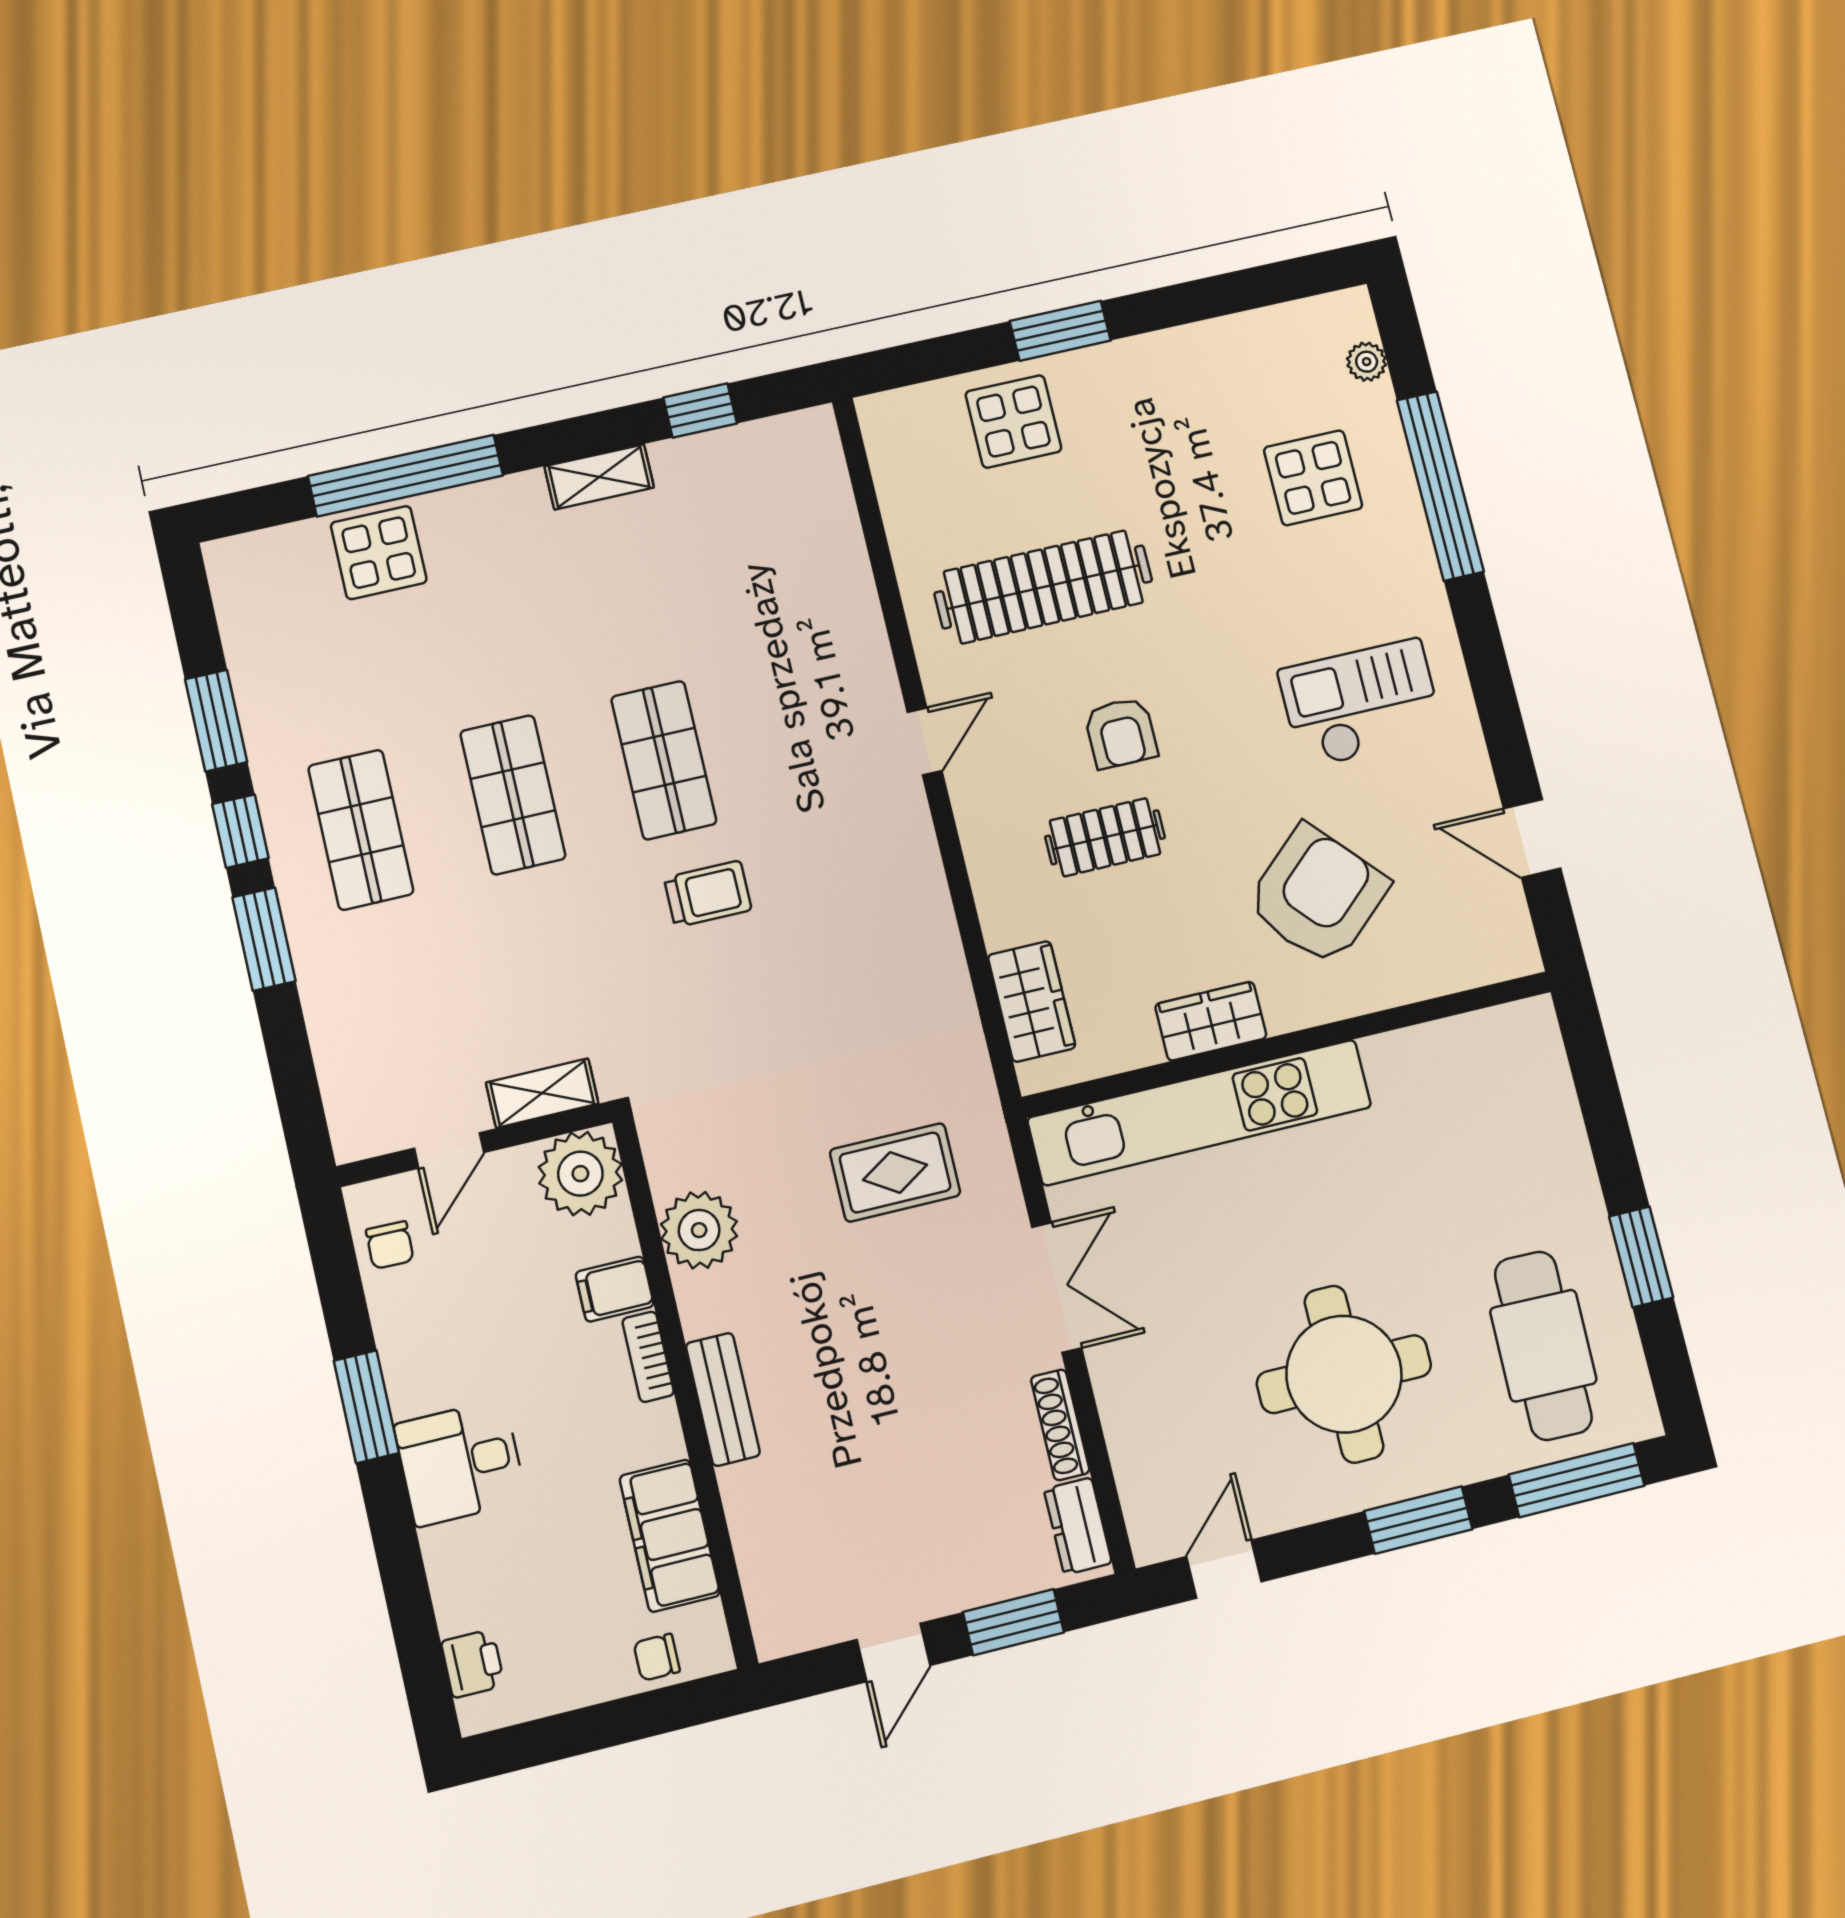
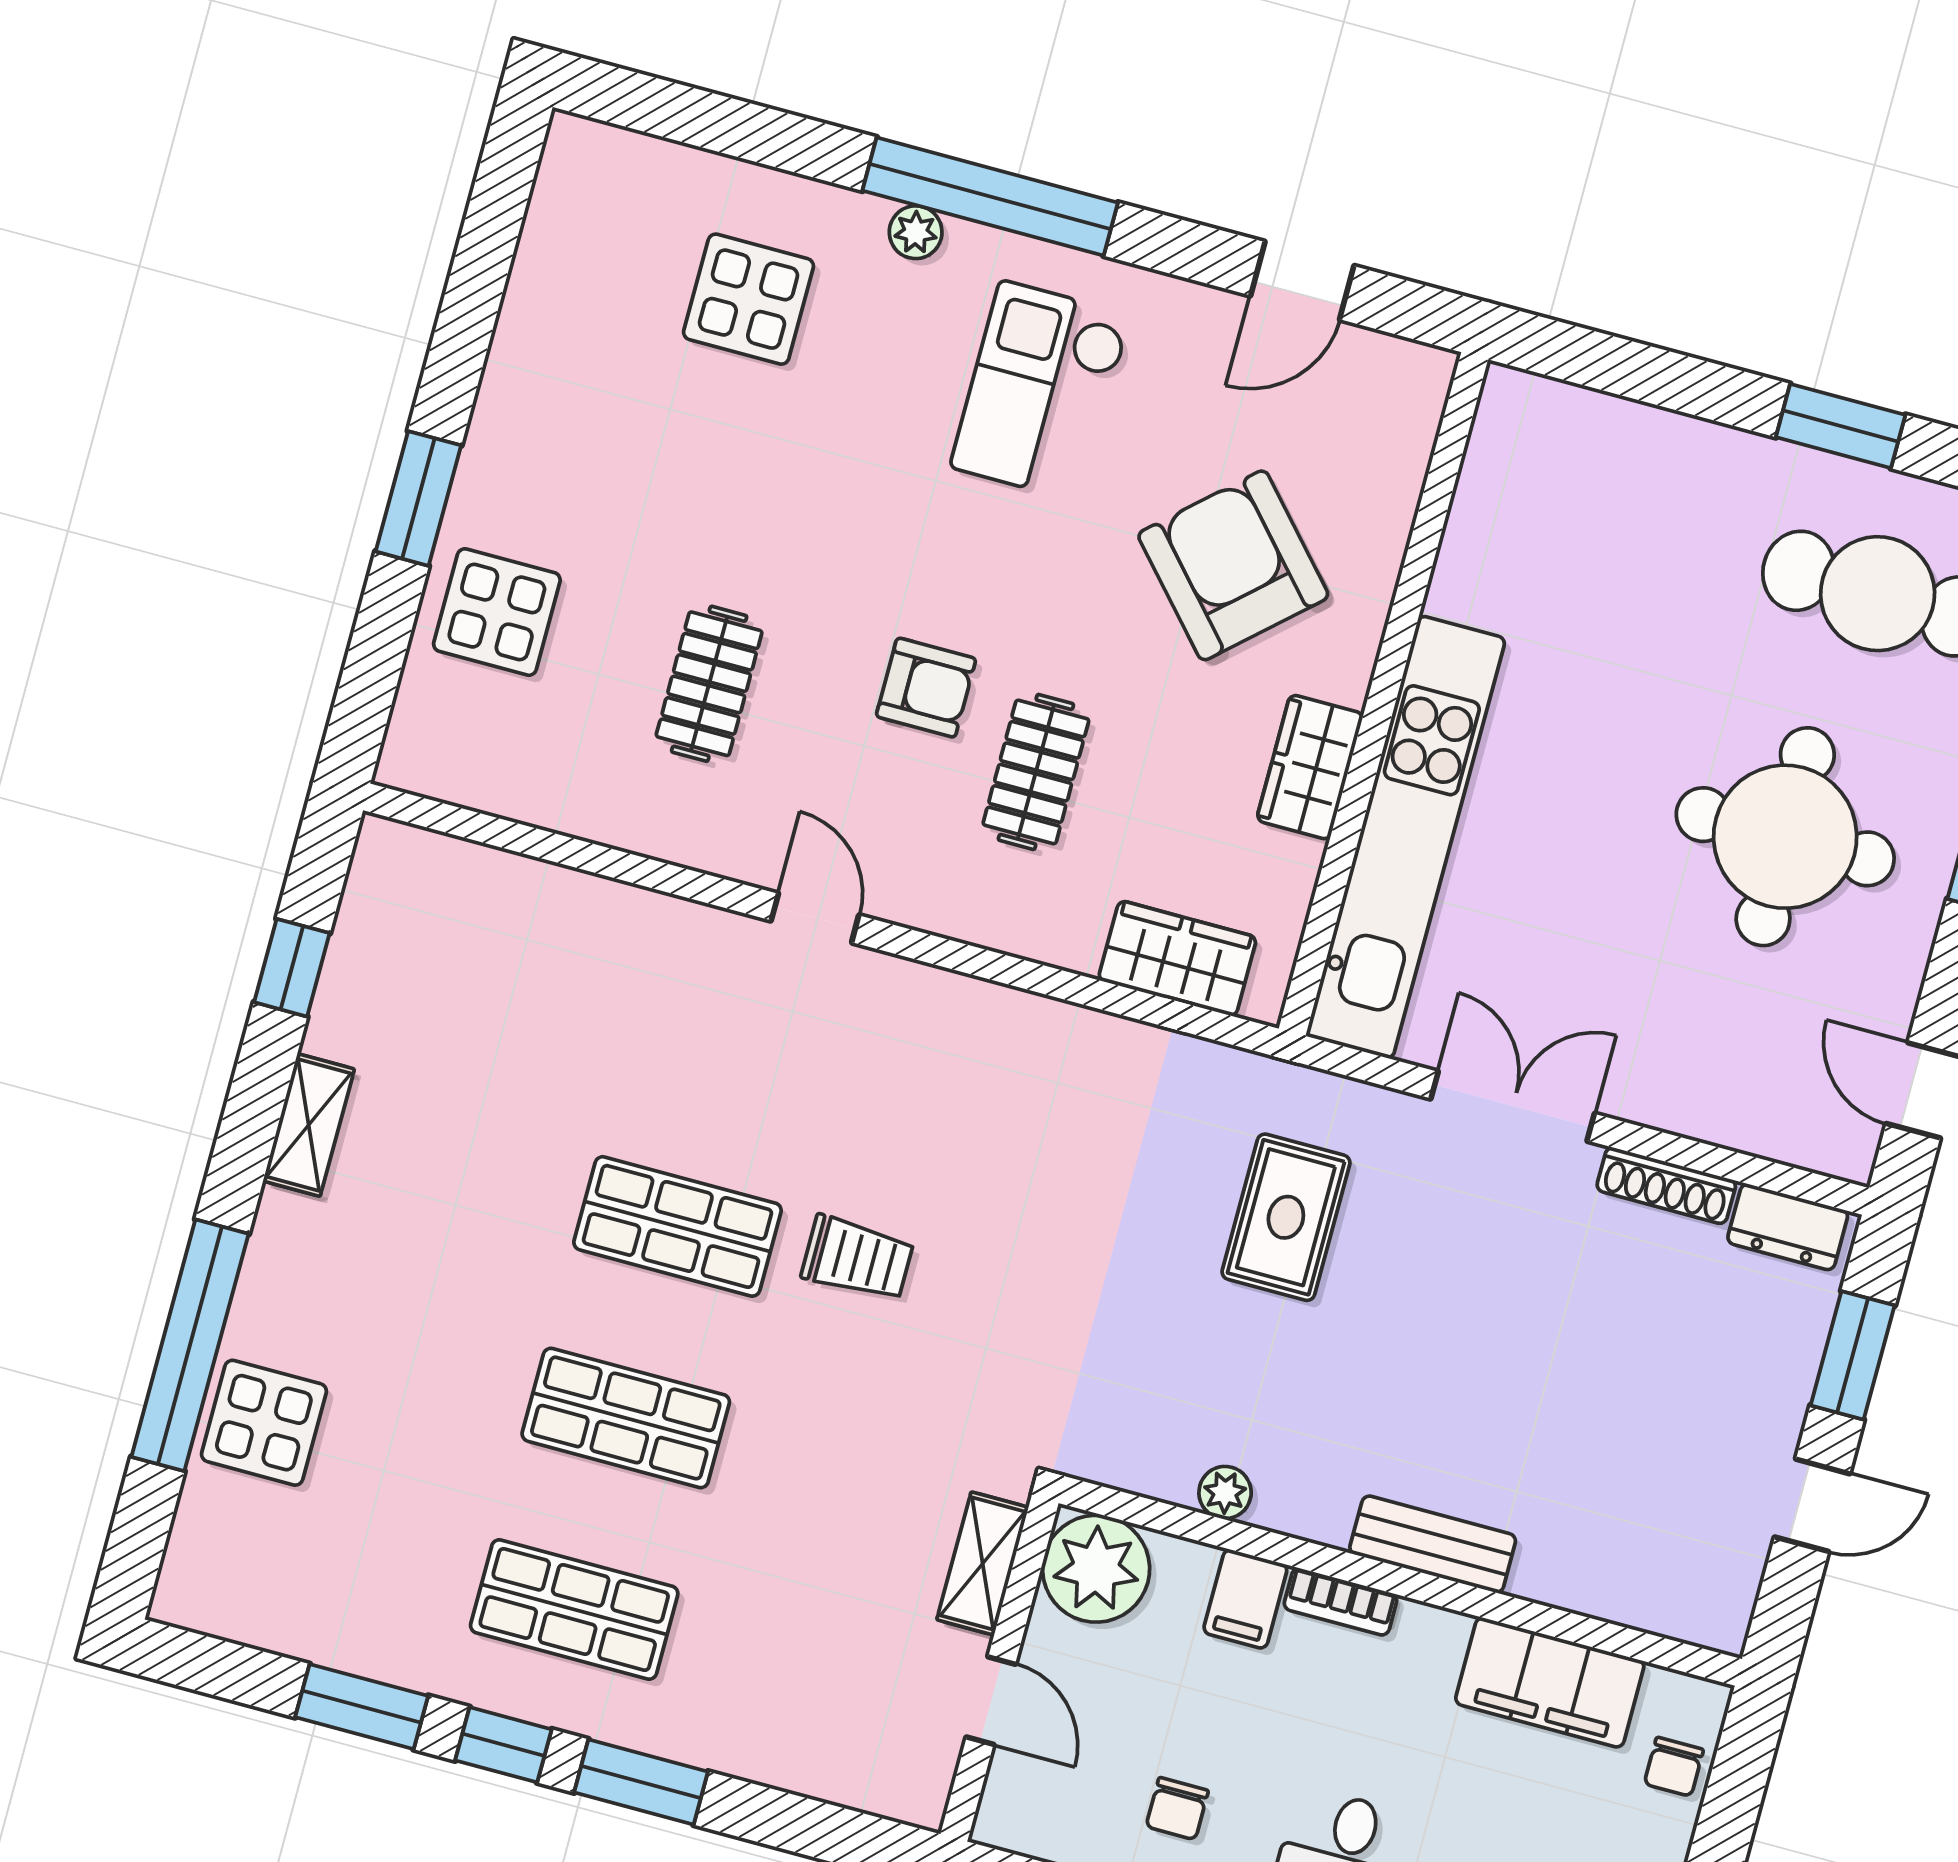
plant: (1367, 362) -> (916, 232), moved
window: (1440, 486) -> (990, 197), moved
clothes rail: (1043, 587) -> (709, 684), width x0.54, depth x0.76
trolley: (708, 894) -> (857, 1258), turned 90
plant: (699, 1230) -> (1225, 1493), width x0.53, depth x0.53
chair: (390, 1245) -> (1177, 1809), moved, turned 89
door: (893, 1652) -> (1812, 1505), hinge flipped

